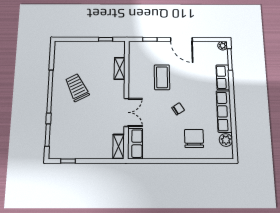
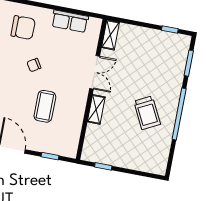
shelving: (120, 68) -> (96, 109), moved
double door: (126, 112) -> (95, 72), swing flipped
chair: (194, 139) -> (23, 28), turned -90
row of seats: (135, 144) -> (70, 21), moved, turned -90

